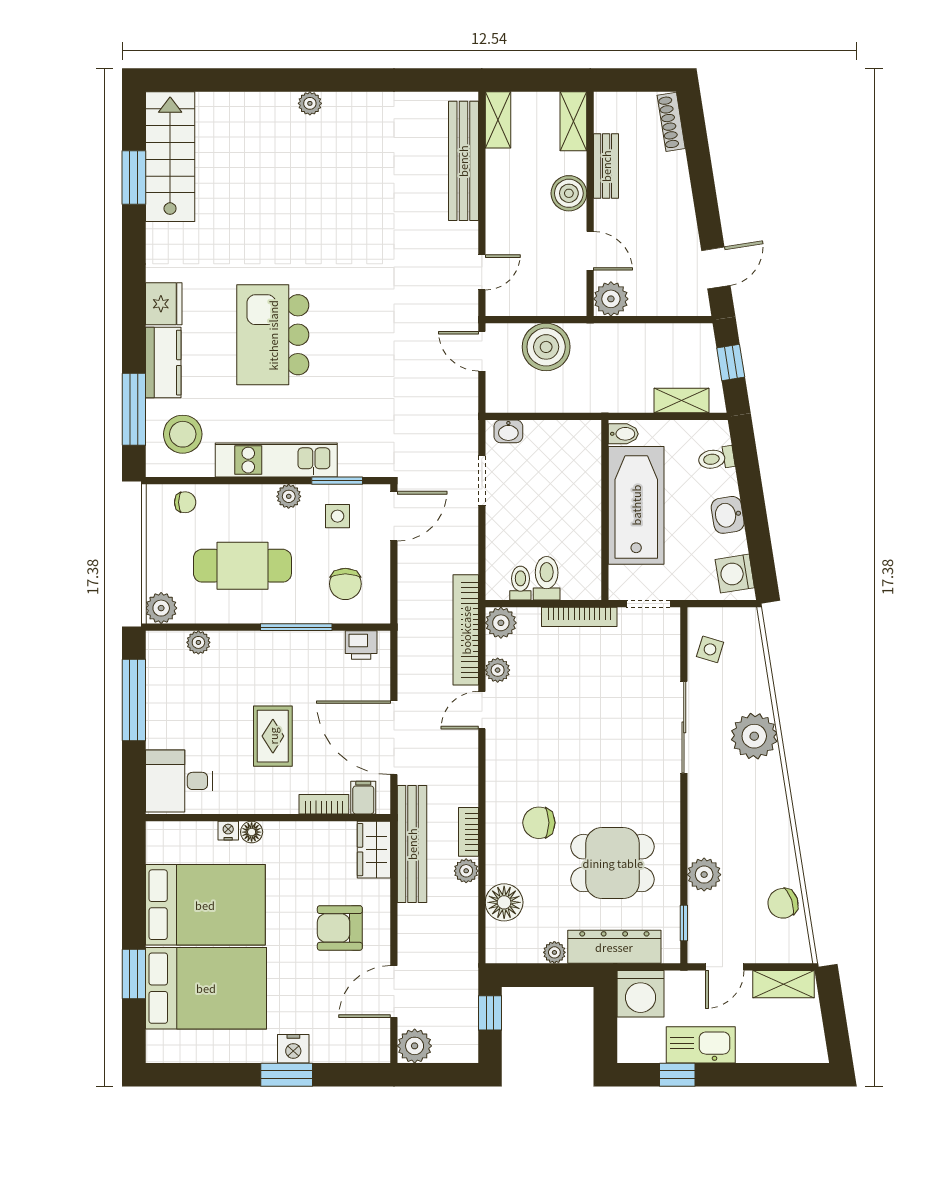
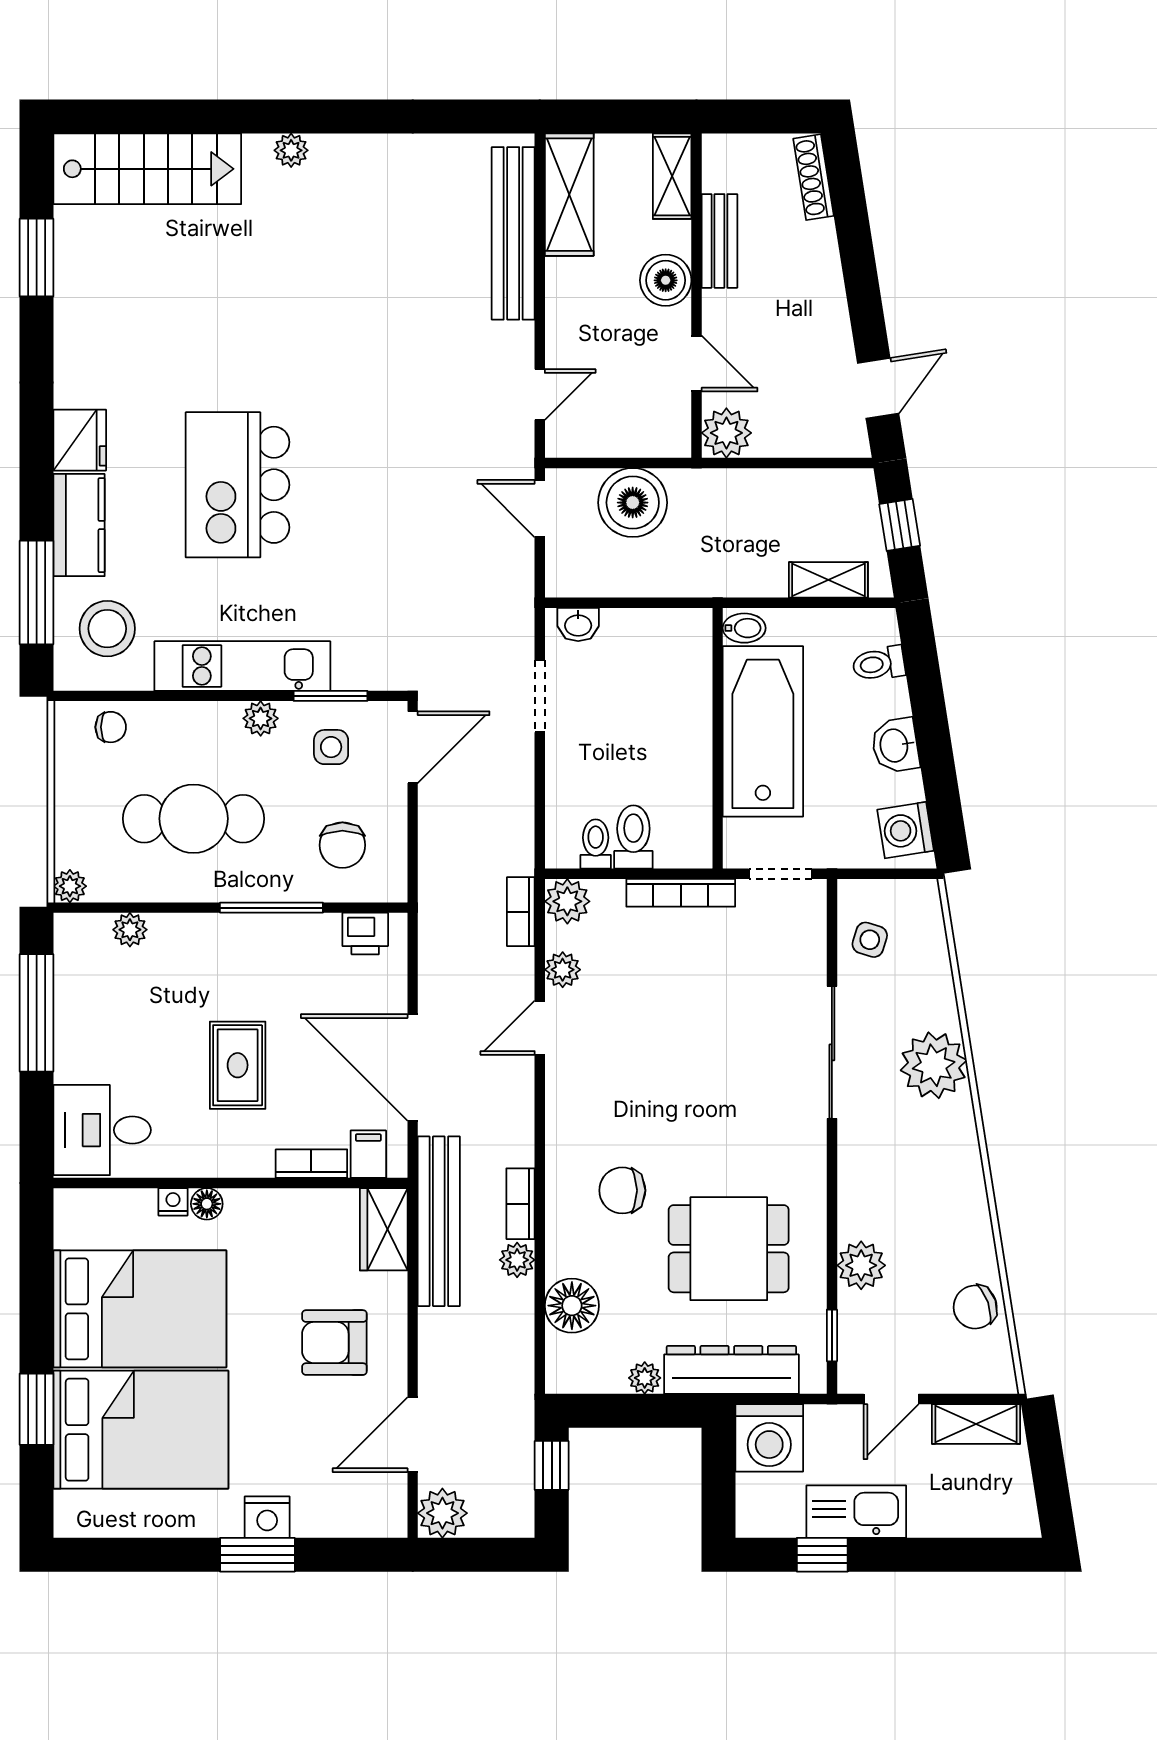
shelving: (498, 120) -> (569, 195), width x1.50, depth x1.33
stairs: (170, 157) -> (147, 169), moved, turned 90
plant: (161, 608) -> (70, 886), width x0.73, depth x0.73
bookcase: (466, 630) -> (521, 912), width x0.43, depth x0.76

